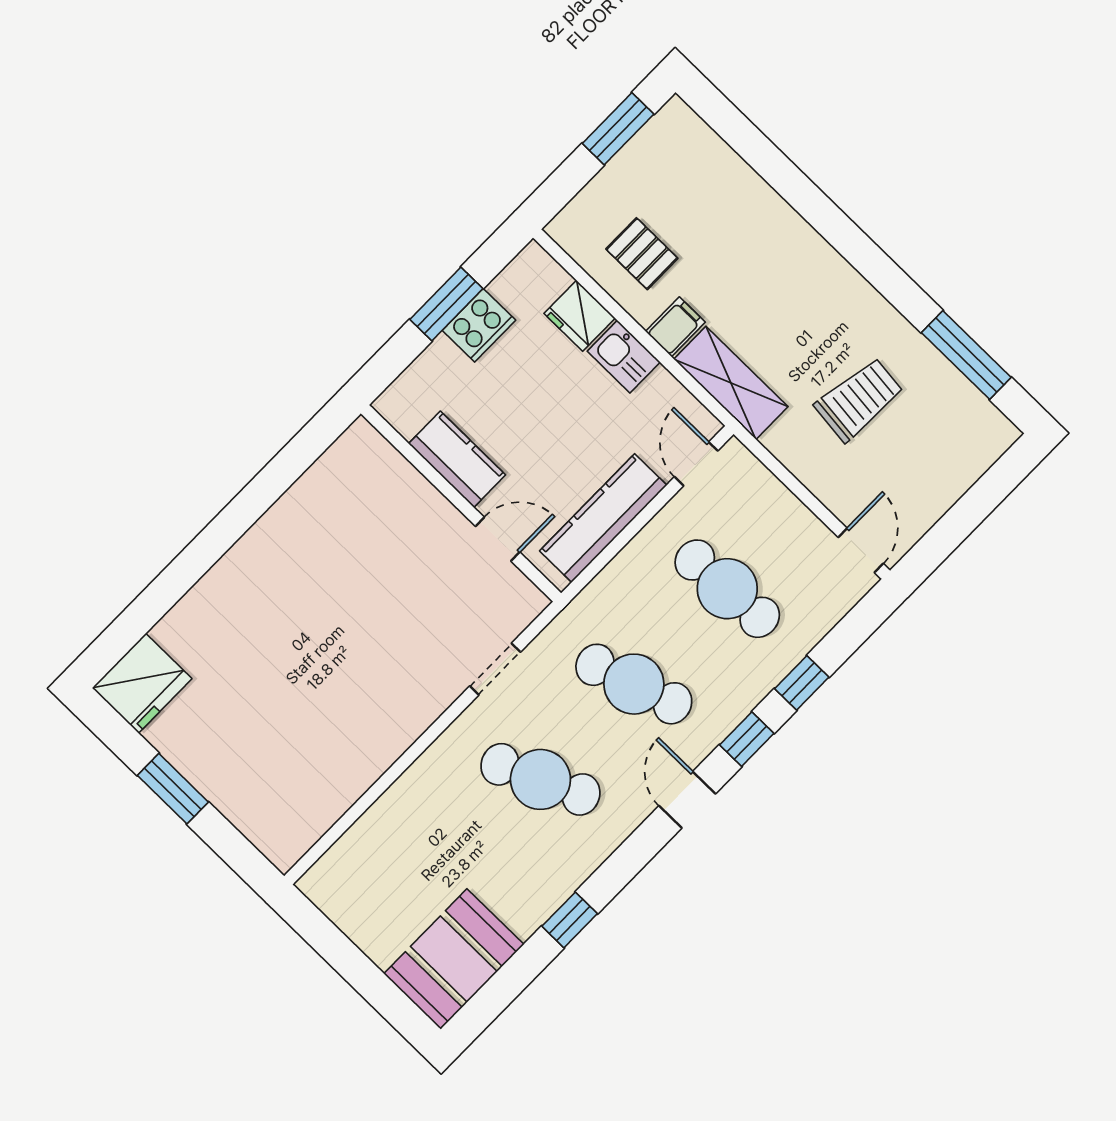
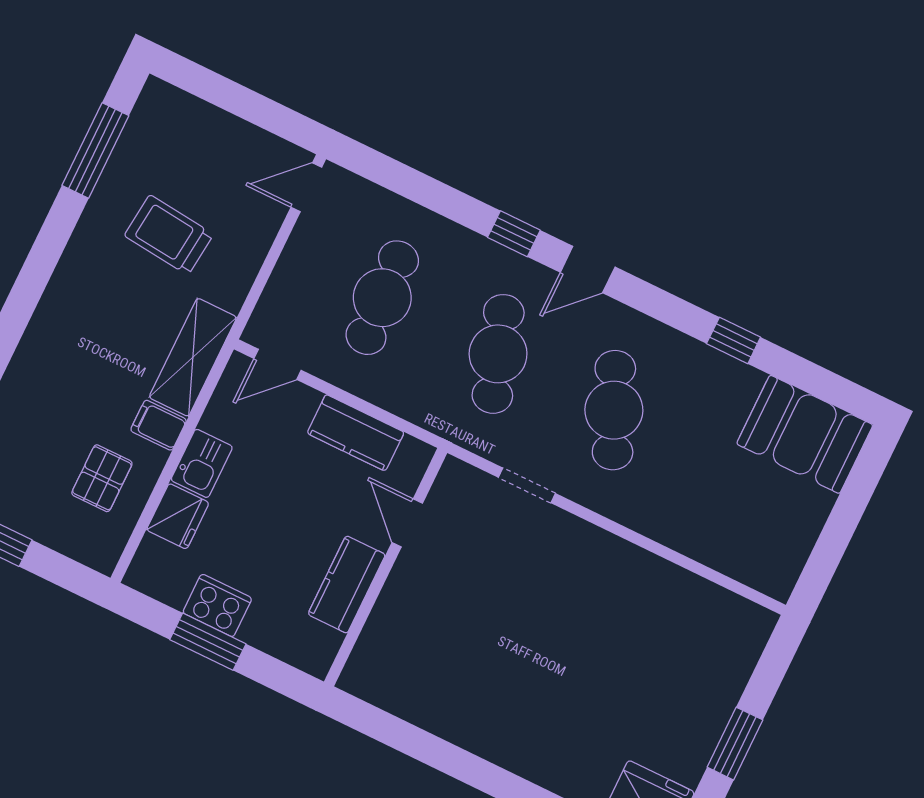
kitchen counter: (603, 518) -> (356, 433), width x0.67
window: (802, 683) -> (446, 201), removed

